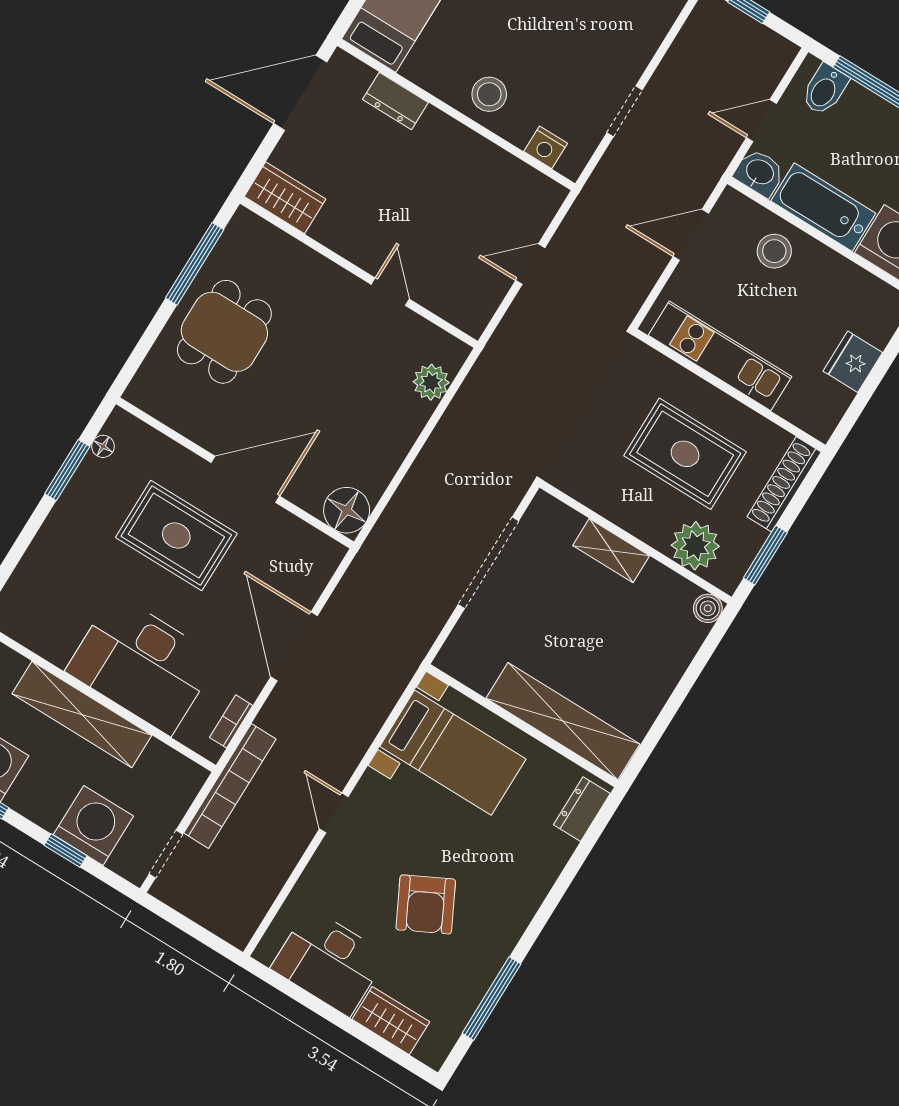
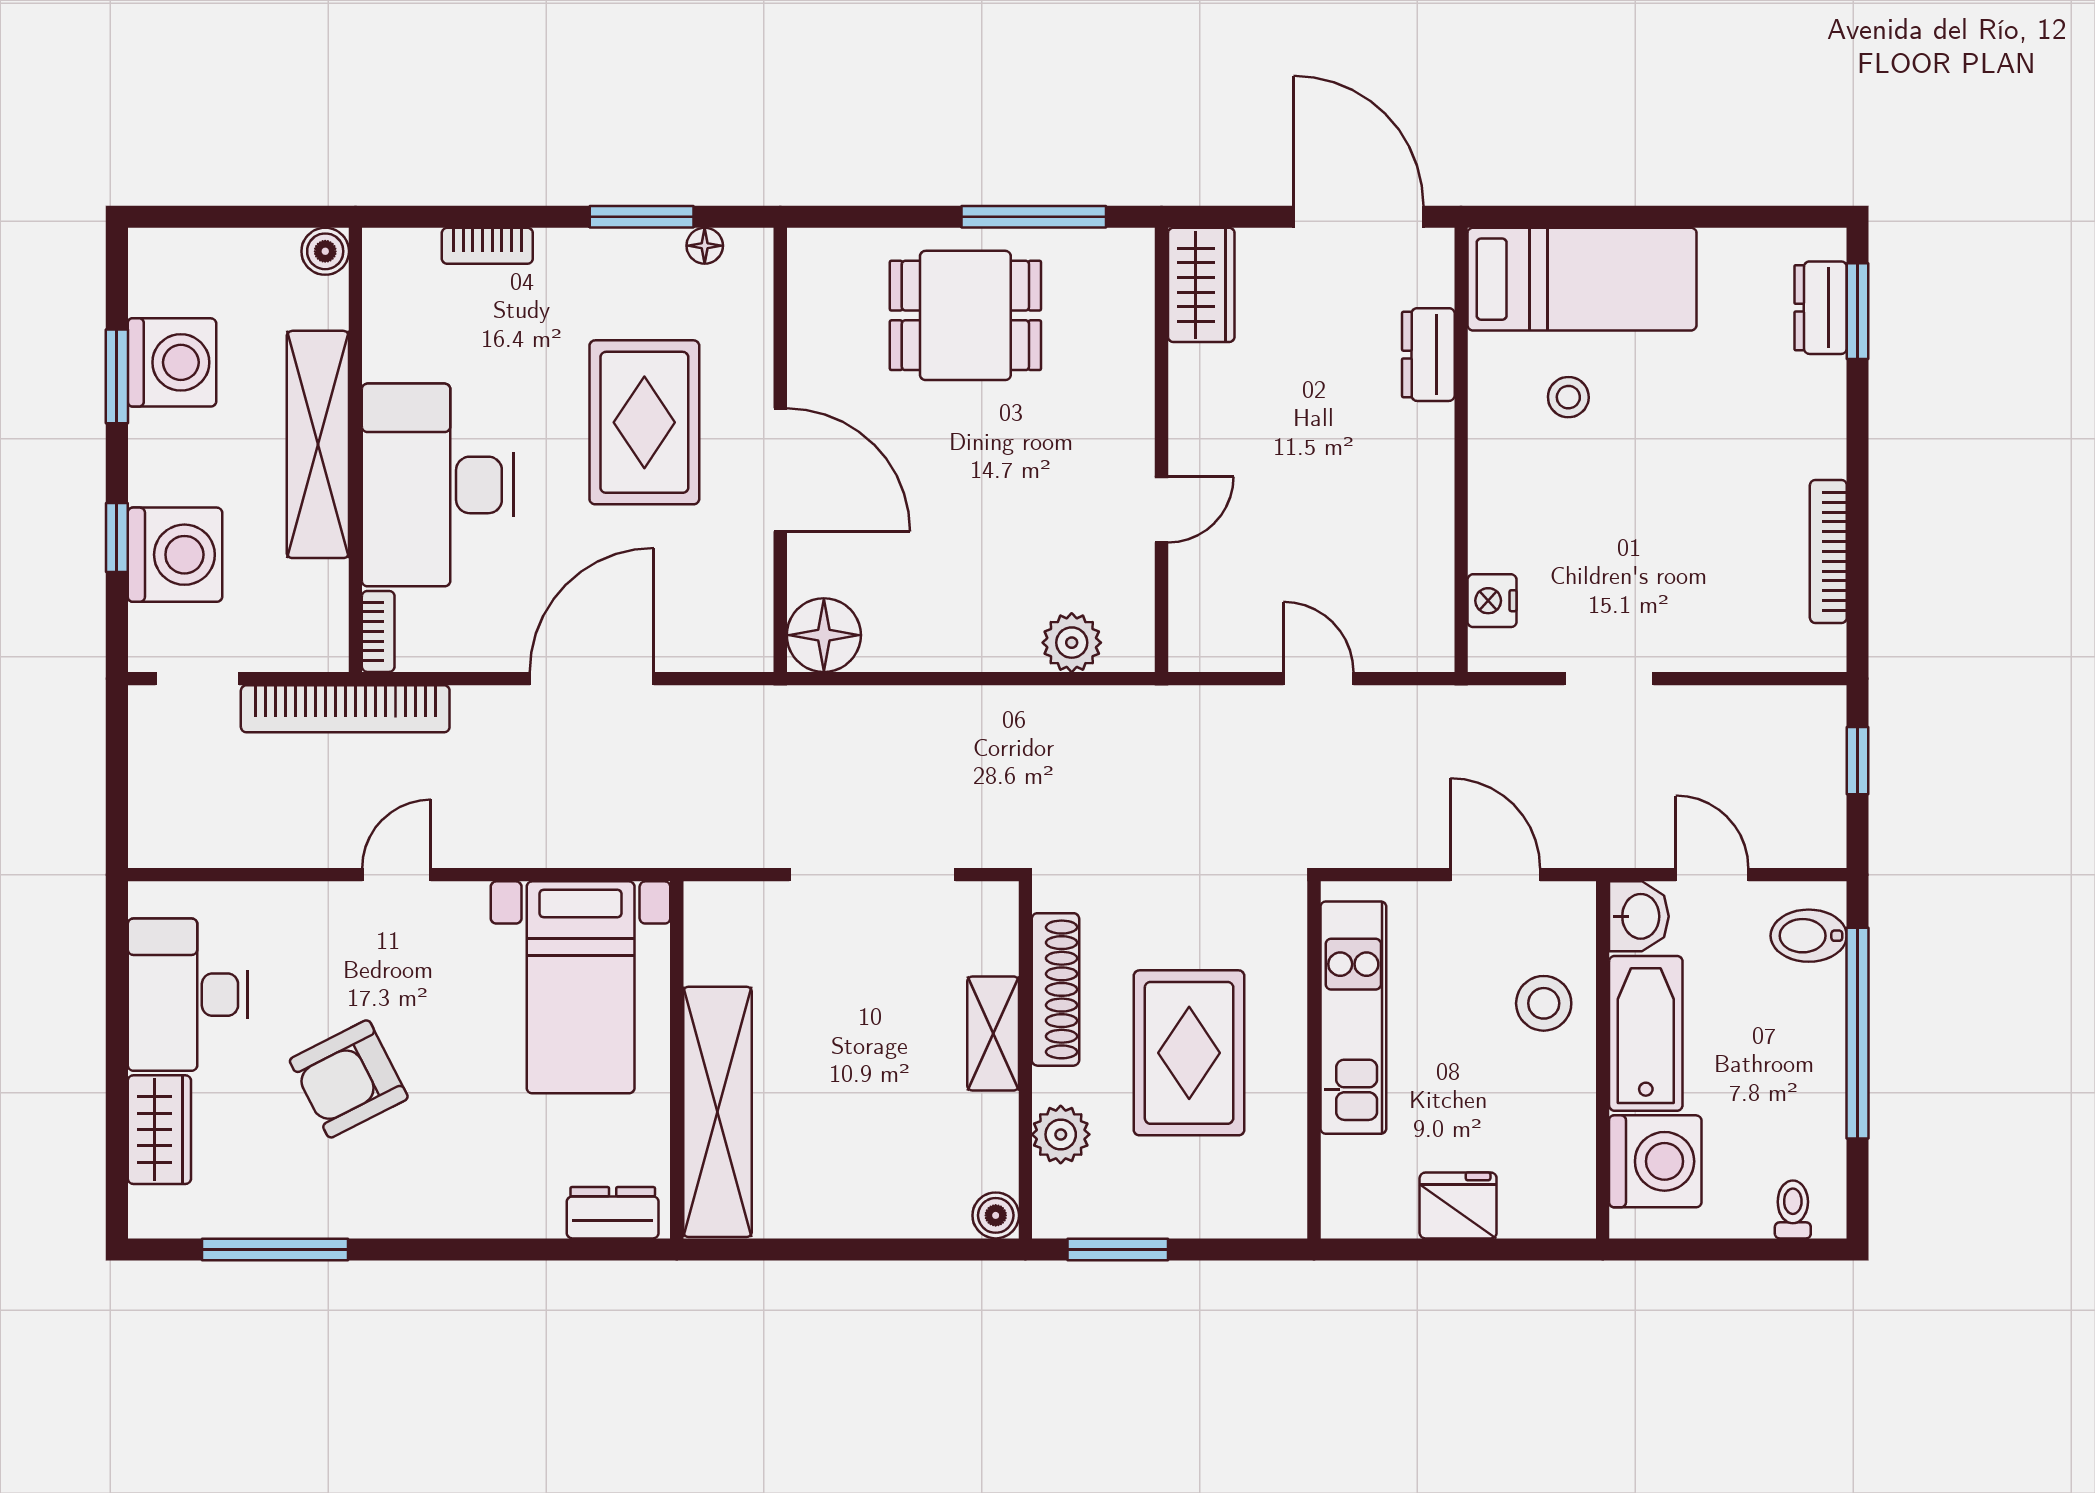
stool: (489, 94) -> (1568, 397), moved, width x0.73, depth x0.73
shoe rack: (784, 484) -> (1055, 989), moved, turned 90
plant: (695, 546) -> (1061, 1134), width x0.73, depth x0.73
bookcase: (32, 561) -> (487, 246), added
bookcase: (231, 721) -> (378, 631), moved, turned 90

